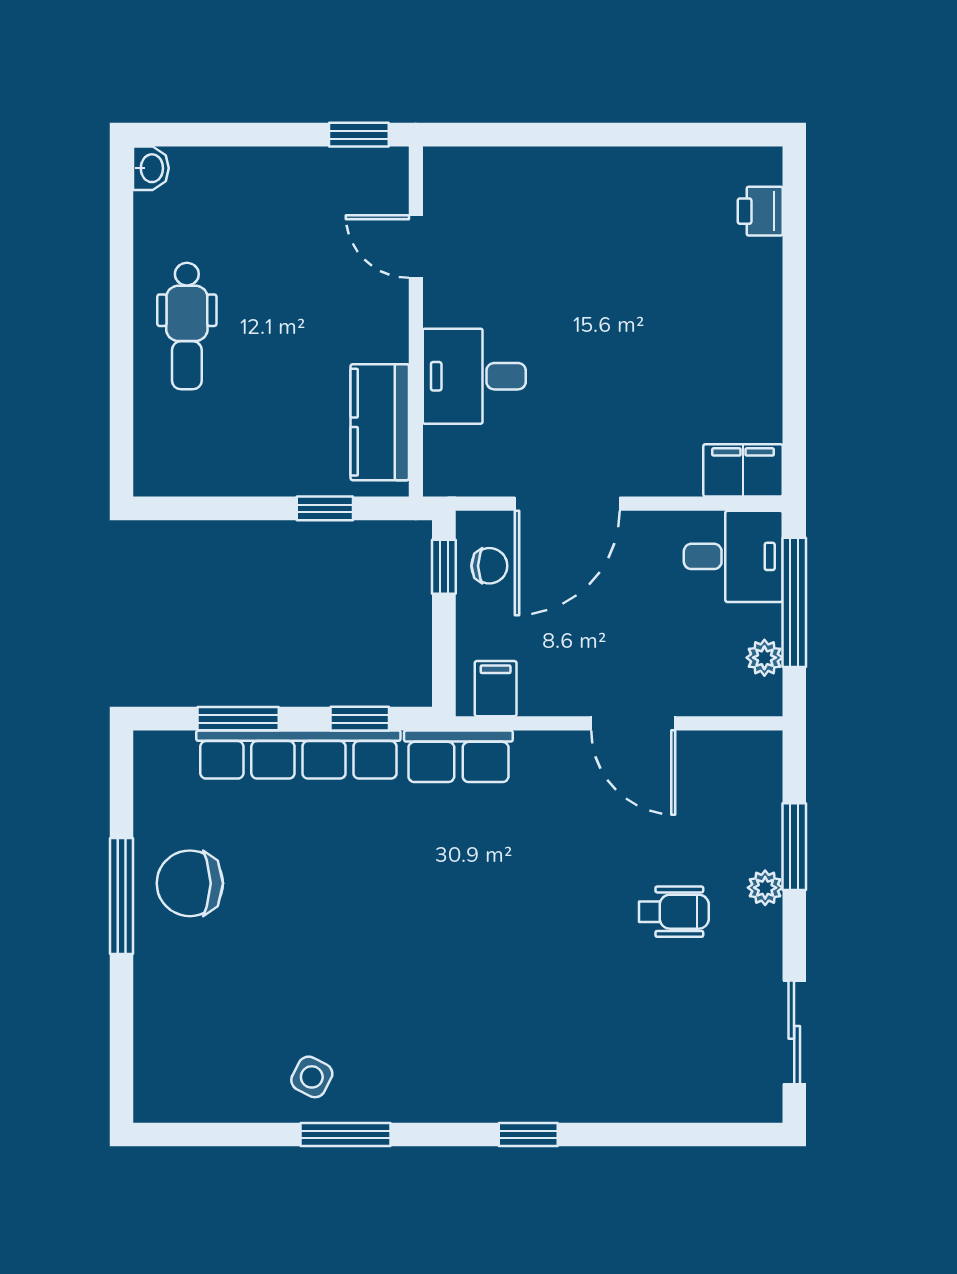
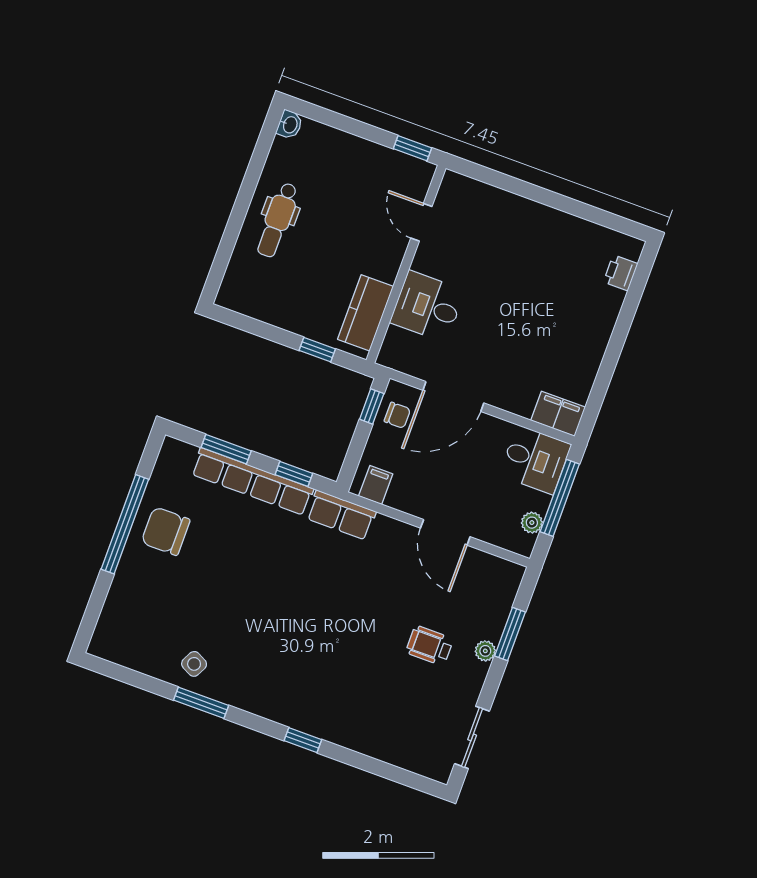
window: (121, 896) -> (125, 524), width x1.46
wheelchair: (674, 912) -> (430, 646), turned 180

